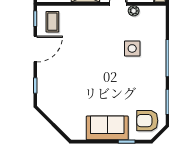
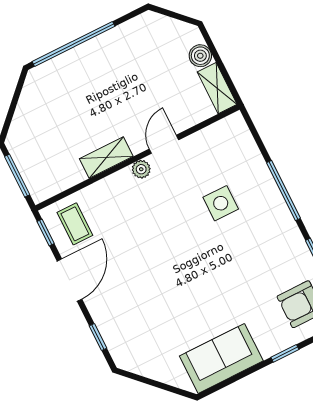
plant: (134, 11) -> (141, 169), moved
sofa: (107, 128) -> (221, 358), moved

